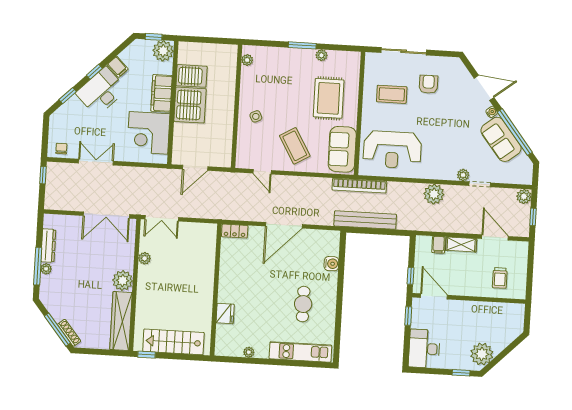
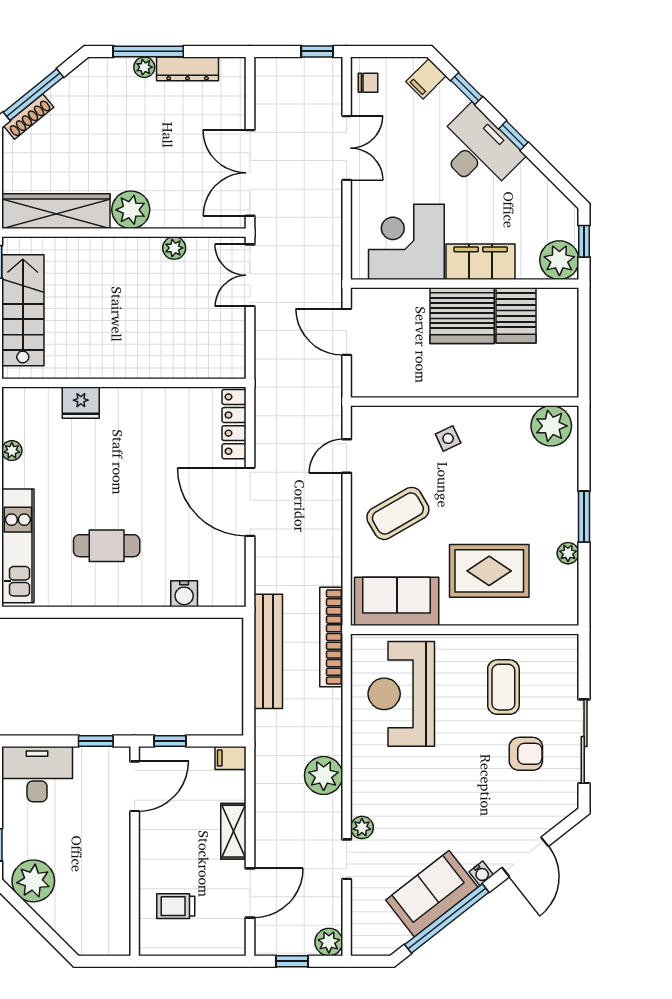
sliding door: (404, 51) -> (584, 741), moved
plant: (247, 60) -> (551, 426), width x1.87, depth x1.87
filing cabinet: (118, 67) -> (426, 79), moved
locker: (235, 231) -> (234, 424), width x1.53
filing cabinet: (439, 245) -> (231, 758), moved

